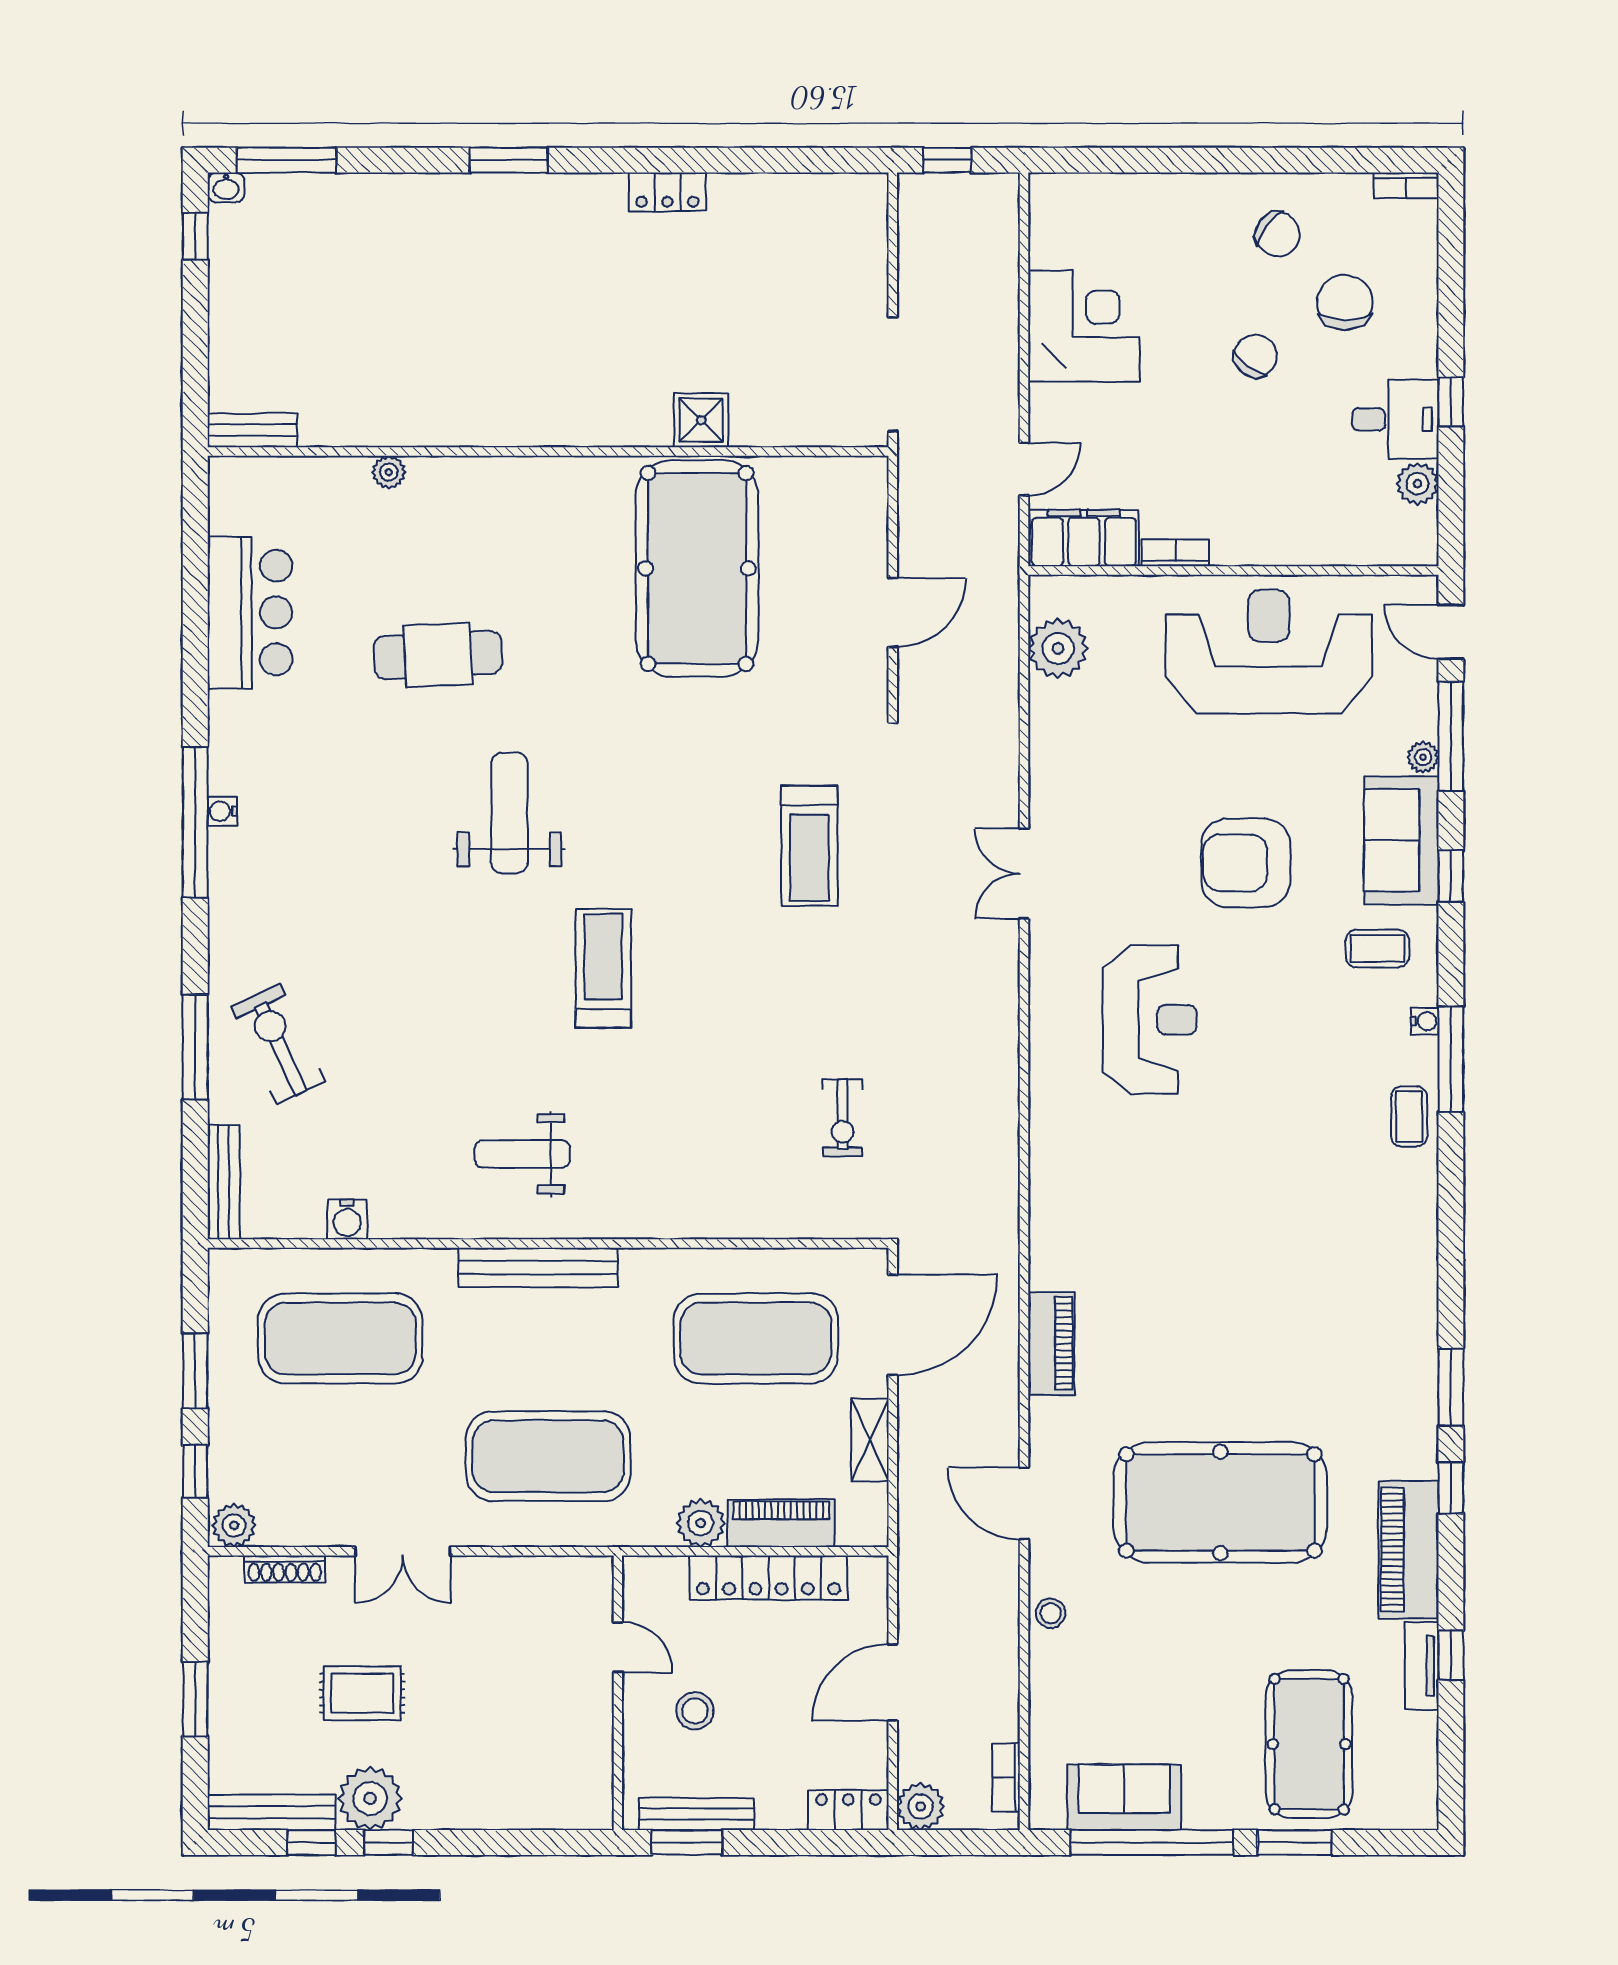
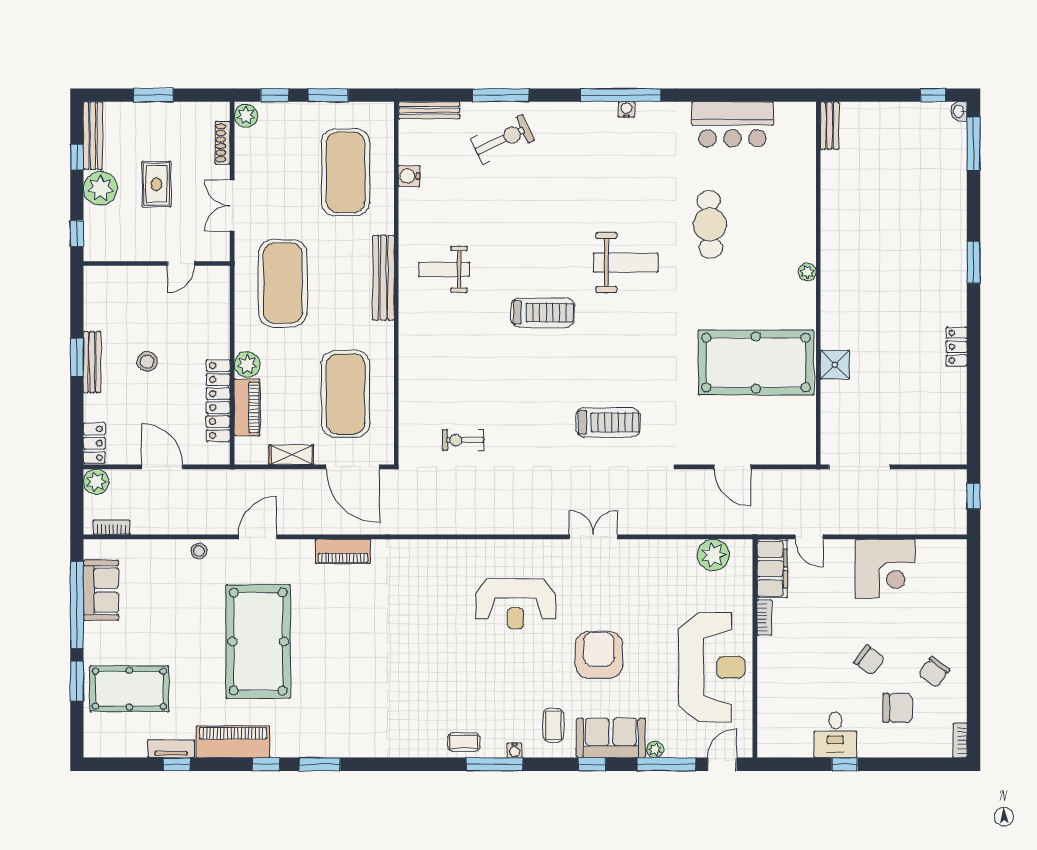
plant: (389, 472) -> (807, 272), moved
plant: (1418, 484) -> (801, 747), removed
treadmill: (809, 846) -> (608, 422), turned 180
weight bench: (522, 1154) -> (444, 269), turned -90
door: (618, 1647) -> (181, 263), moved
wall: (618, 1693) -> (157, 263), moved
window: (389, 1843) -> (77, 233), moved

